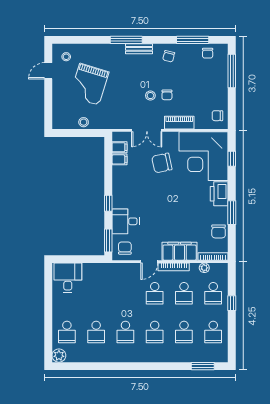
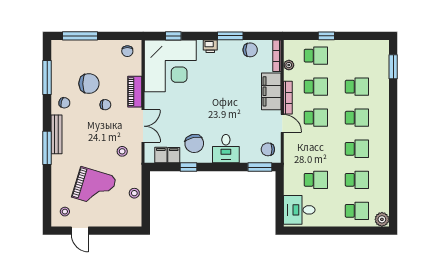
bench: (139, 49) -> (57, 134), width x1.36
chair: (208, 53) -> (89, 84), moved, width x1.87, depth x1.87
stool: (150, 96) -> (122, 151), moved
chair: (162, 163) -> (194, 143), moved
printer: (219, 194) -> (210, 46), width x0.53, depth x0.68
window: (108, 203) -> (188, 167), moved
desk: (126, 221) -> (226, 149), moved
school desk: (213, 332) -> (316, 180), moved

